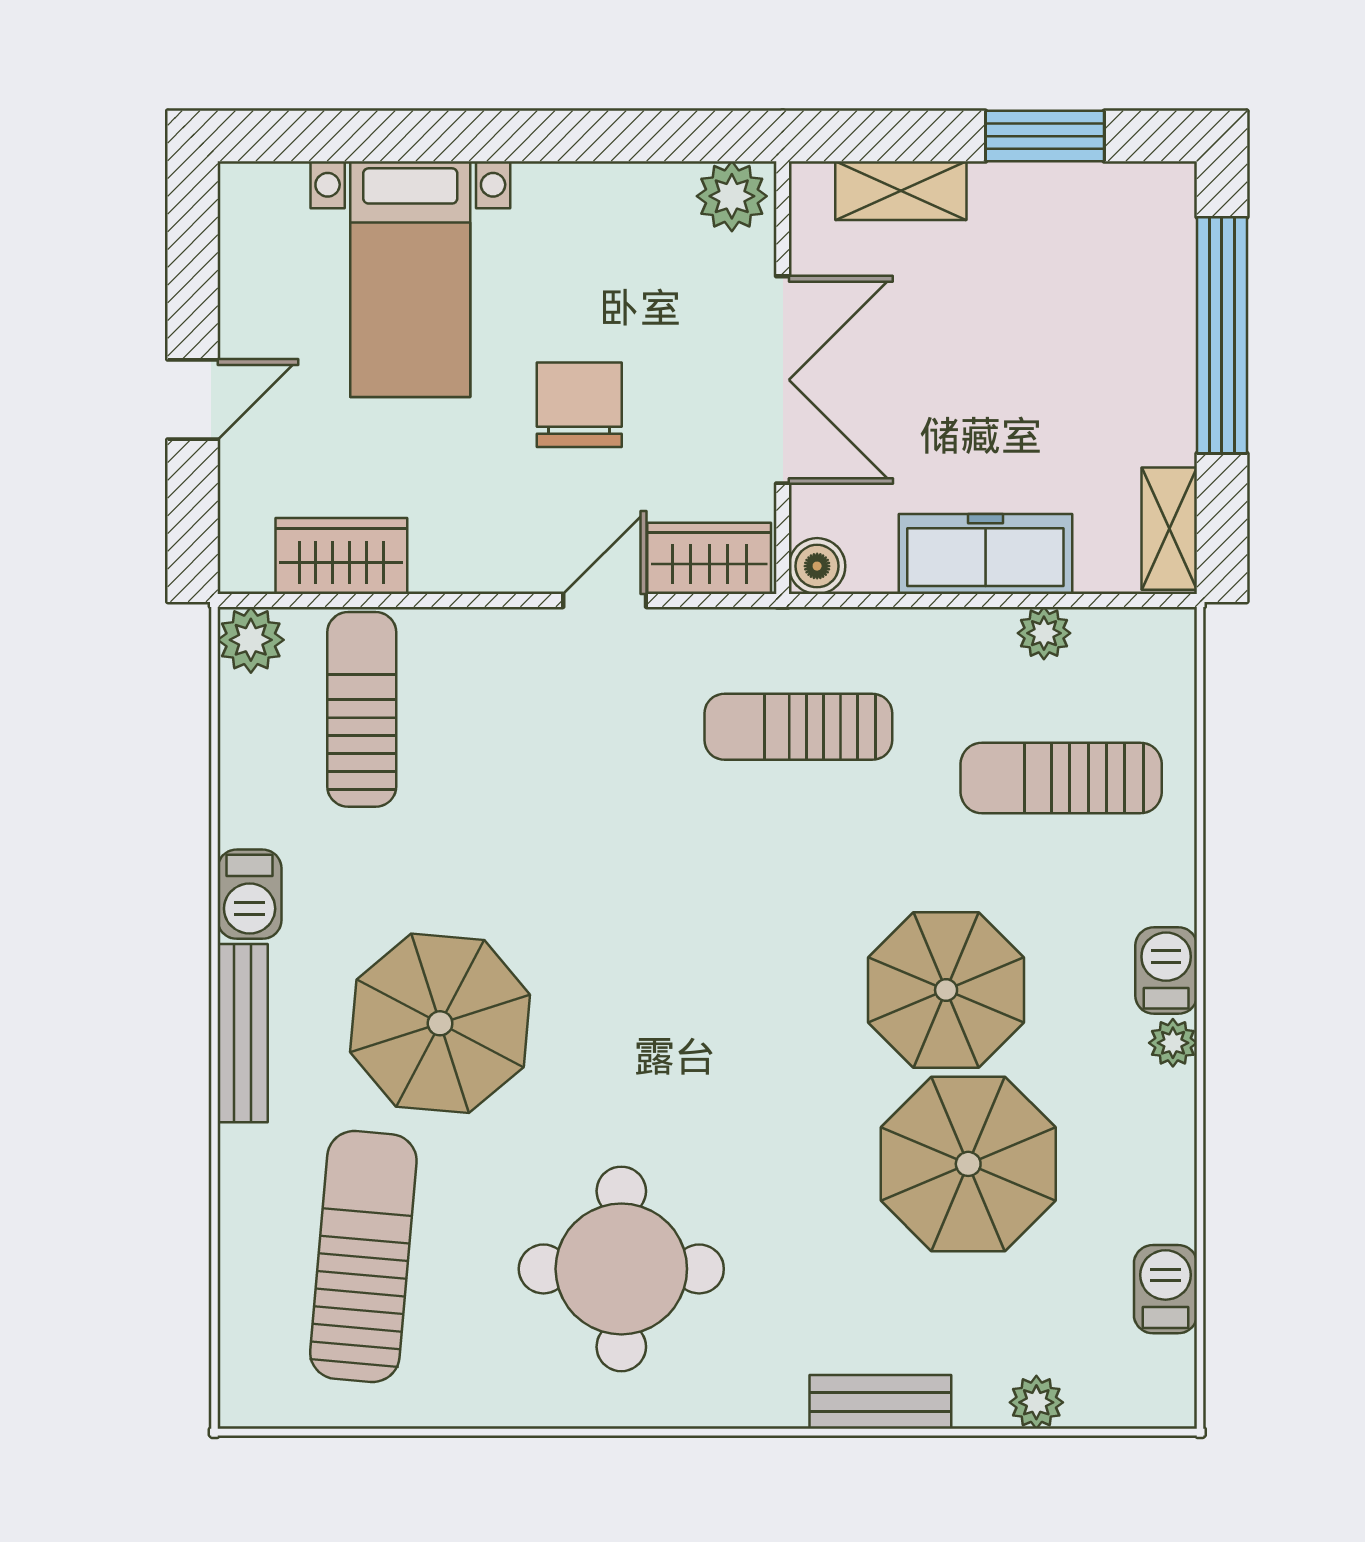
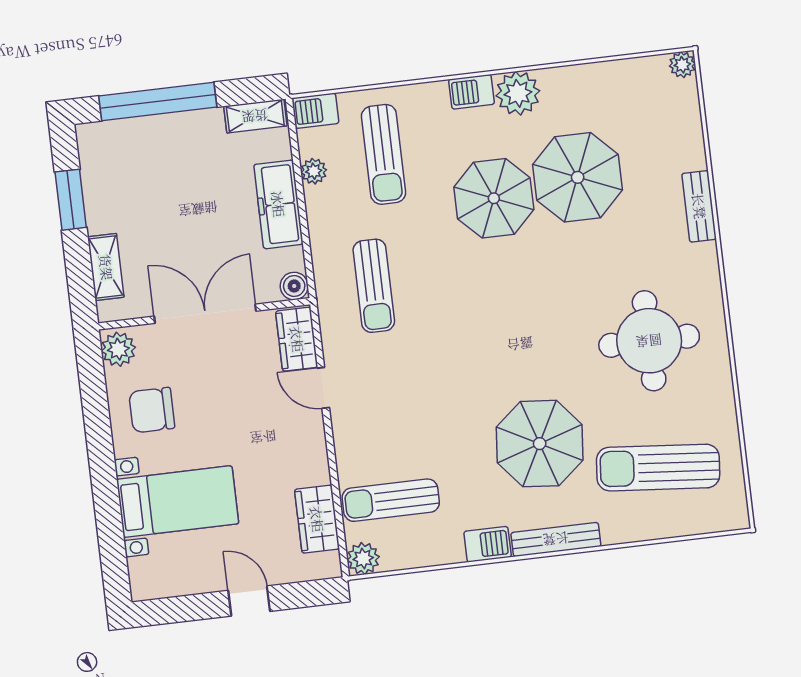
chair: (579, 405) -> (152, 410), moved
plant: (1173, 1043) -> (518, 93), width x1.87, depth x1.87
barbecue: (1165, 1289) -> (315, 111), moved
plant: (1036, 1402) -> (682, 65), moved

